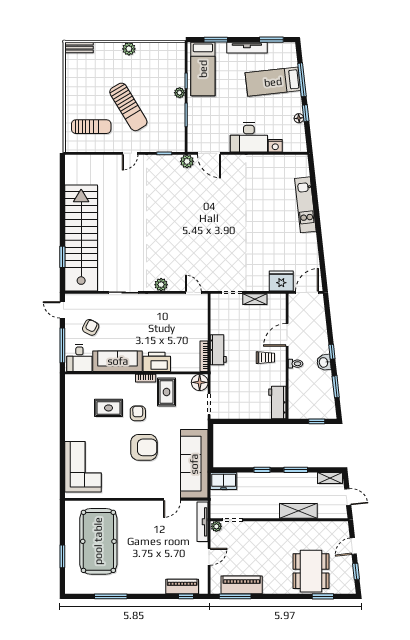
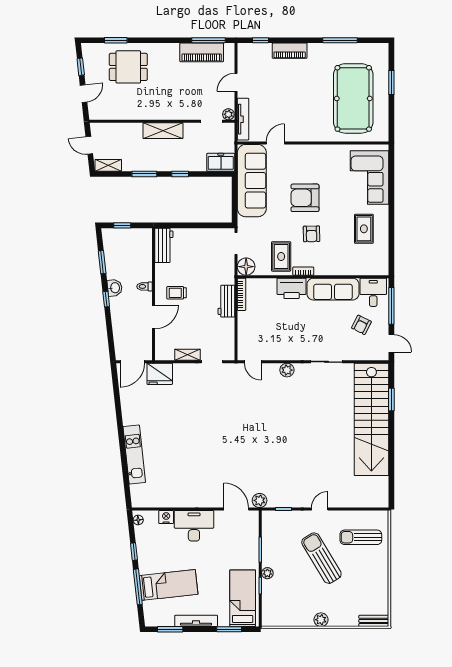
floor lamp: (299, 118) -> (138, 520), moved
rug: (109, 408) -> (364, 229), moved, turned 90
shelving: (298, 511) -> (163, 131), moved
dining table: (311, 571) -> (128, 67), width x0.73
piano: (182, 586) -> (290, 51), moved

